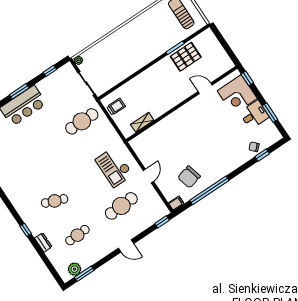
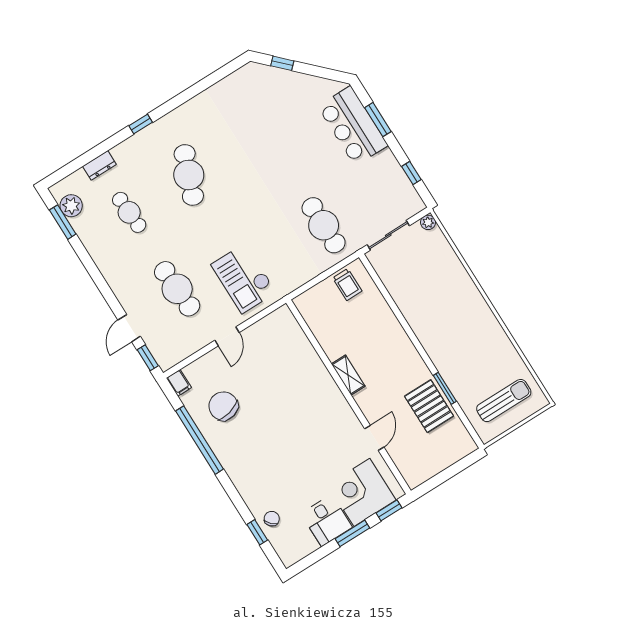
window: (270, 113) -> (352, 533), moved
shelving: (142, 122) -> (348, 375), moved
checkout: (114, 167) -> (244, 278), turned -90
door: (148, 176) -> (227, 336), hinge flipped
cafe table: (55, 201) -> (189, 175), width x1.37, depth x1.35
dresser: (43, 242) -> (99, 165), moved
door: (126, 246) -> (129, 328), moved

